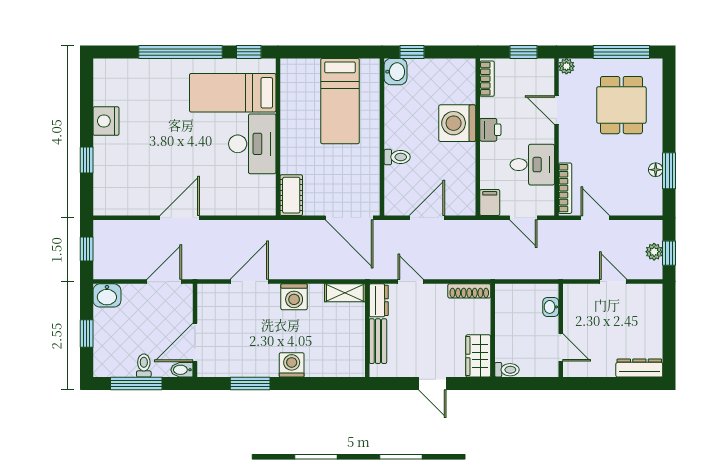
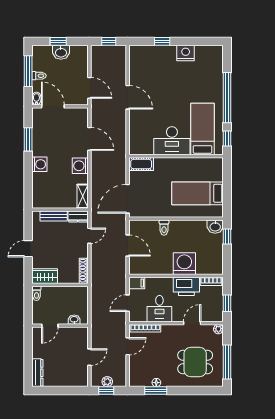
printer: (490, 130) -> (186, 286), width x1.87, depth x1.48
washbasin: (107, 295) -> (61, 52), moved, turned -90

